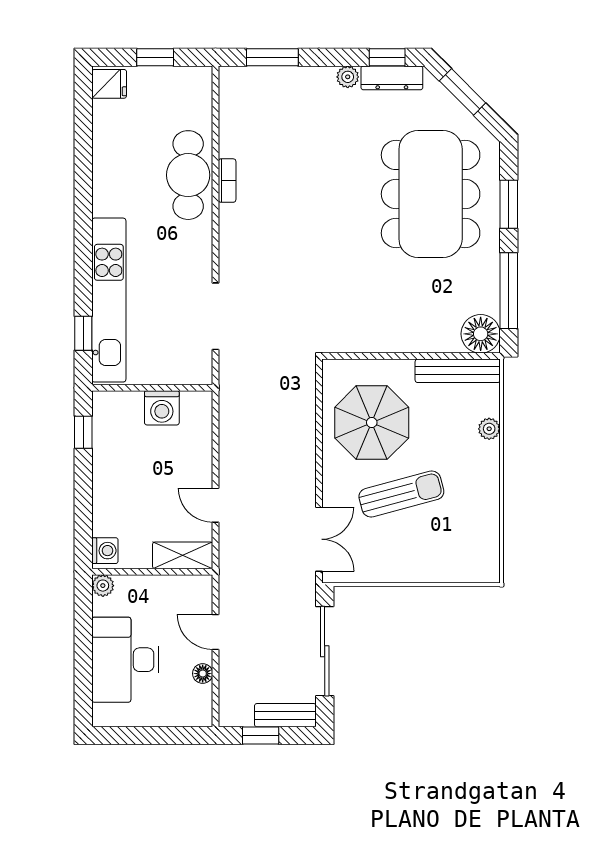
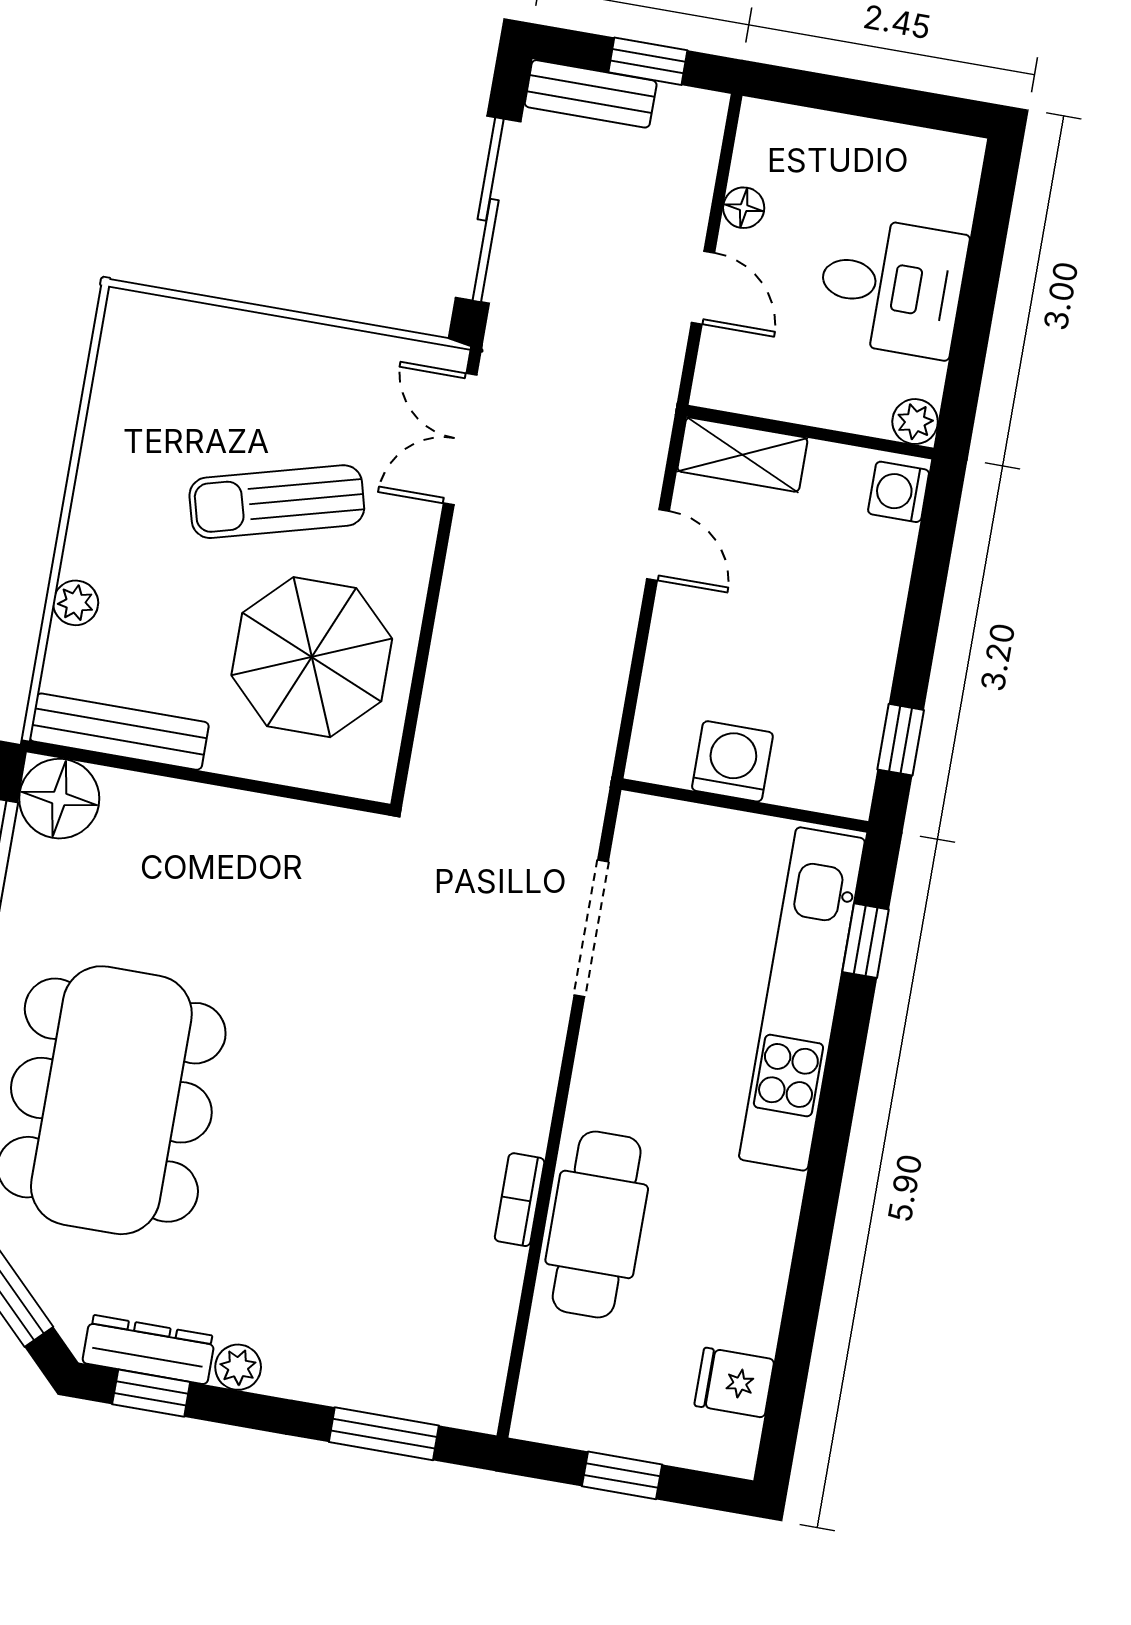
fridge: (109, 84) -> (734, 1383), moved
desk: (125, 660) -> (891, 287), width x0.73

